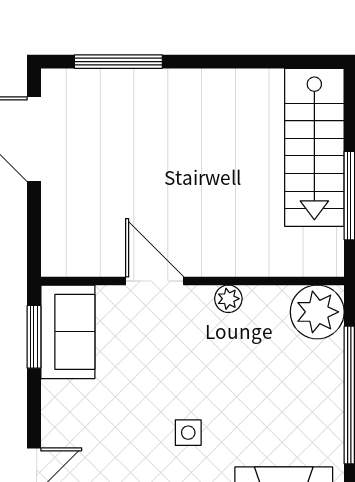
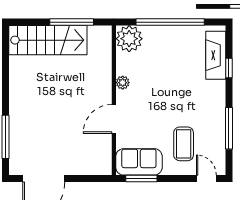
coffee table: (104, 422) -> (184, 144), added
side table: (188, 433) -> (189, 102), removed

